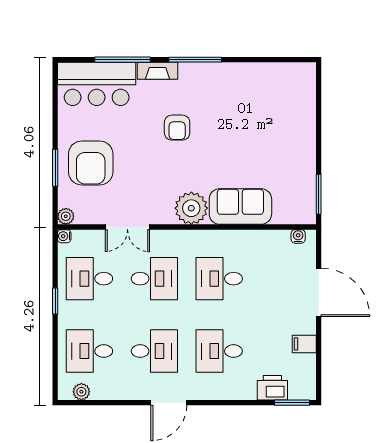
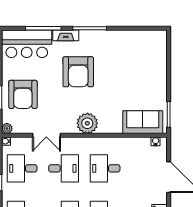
armchair: (177, 128) -> (78, 72), width x1.88, depth x1.88
sofa: (240, 206) -> (143, 122), moved

